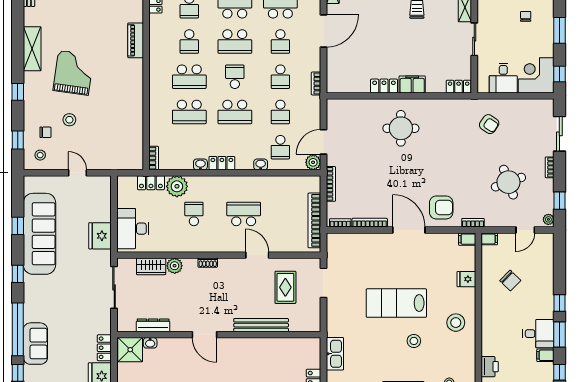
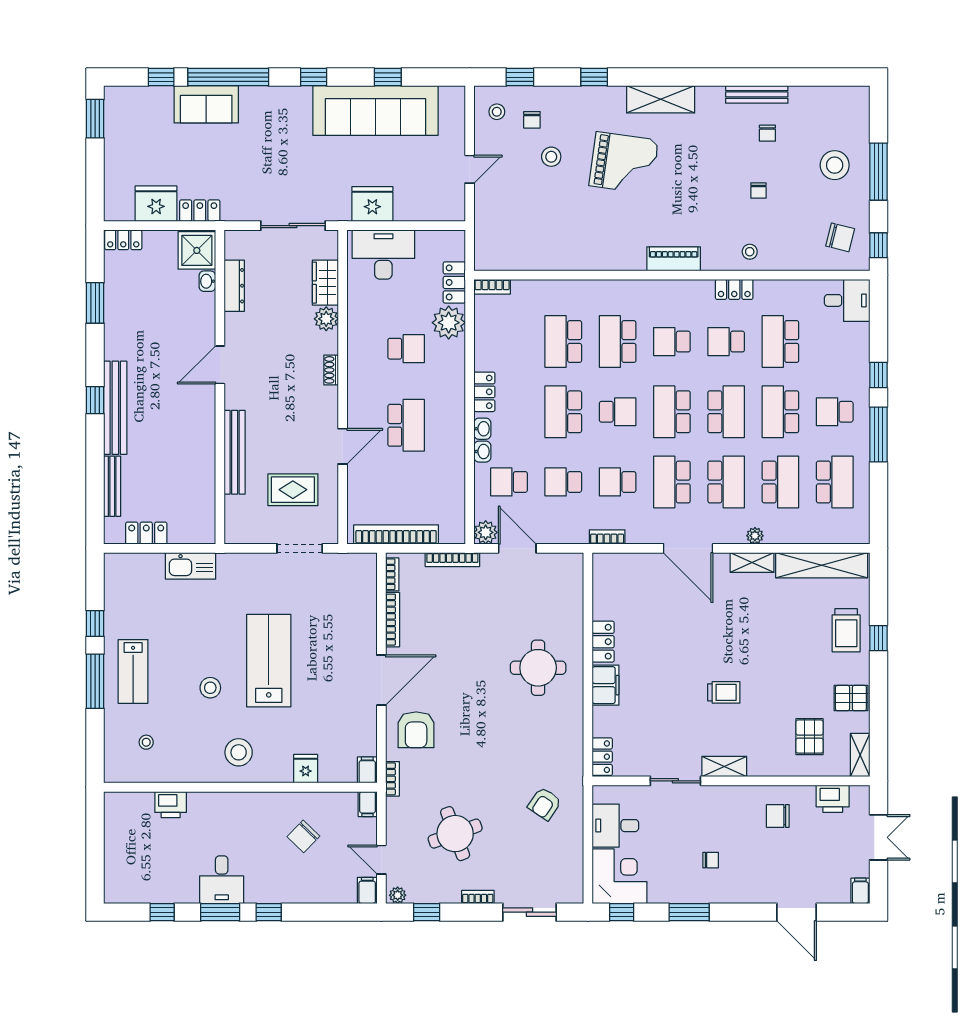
school desk: (280, 41) -> (672, 482), width x1.85
washbasin: (200, 164) -> (482, 429), moved
filing cabinet: (545, 355) -> (367, 890), moved

